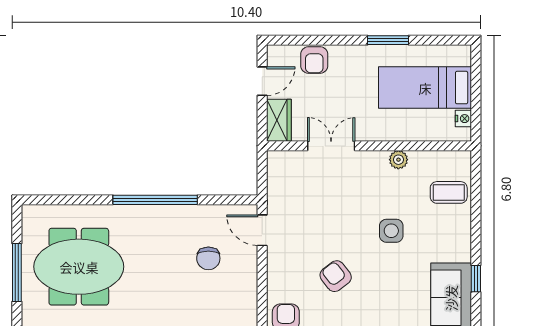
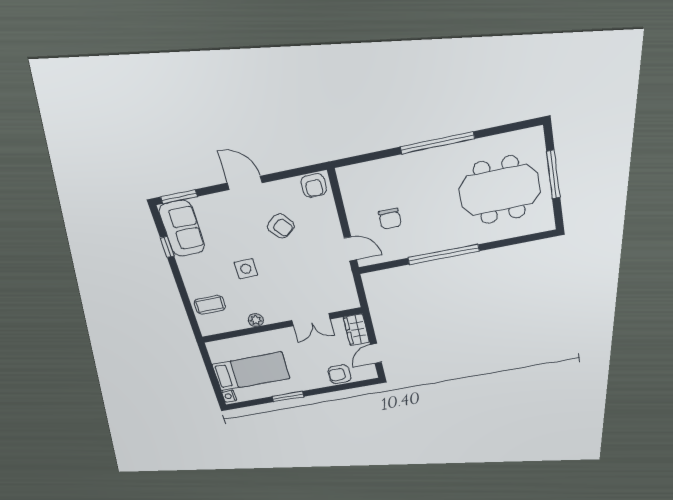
armchair: (314, 60) -> (340, 374), turned -90
nightstand: (463, 119) -> (229, 396), moved
chair: (208, 258) -> (390, 219), turned 180

